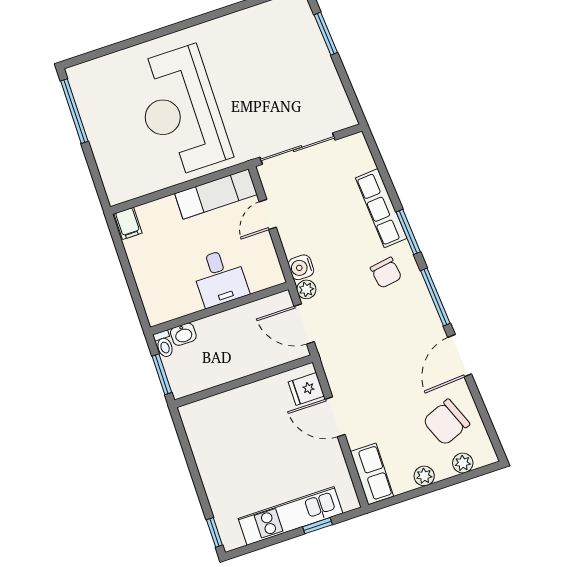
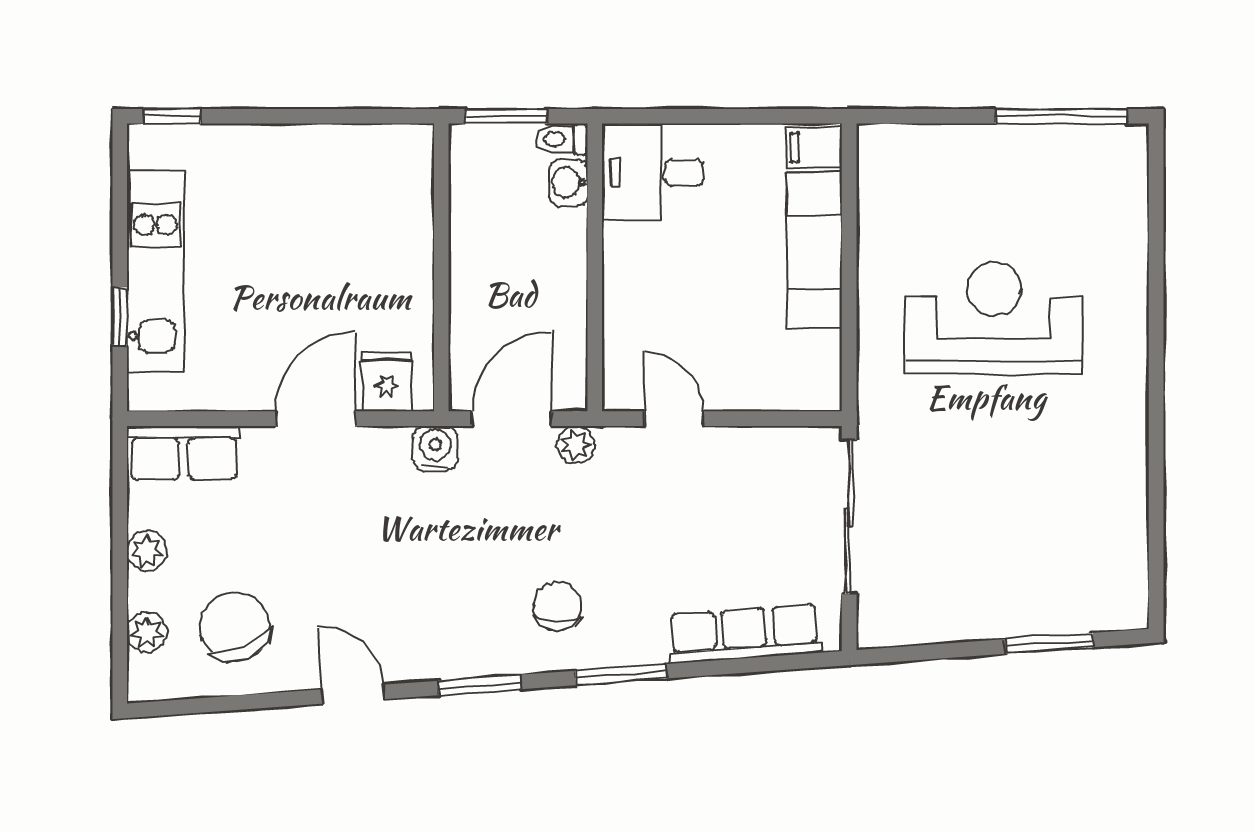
reception desk: (181, 111) -> (994, 318), width x0.74, depth x0.77
exam couch: (216, 194) -> (814, 250), moved
row of seats: (381, 208) -> (744, 634), moved
door: (268, 215) -> (674, 419), moved
water cooler: (301, 267) -> (435, 448), moved
chair: (386, 273) -> (557, 607), turned 101
desk: (220, 278) -> (653, 173), moved
window: (435, 297) -> (480, 685), width x0.69
door: (460, 356) -> (353, 694), width x0.73

